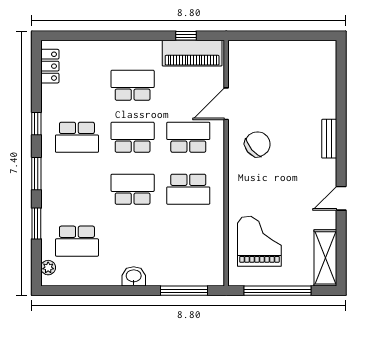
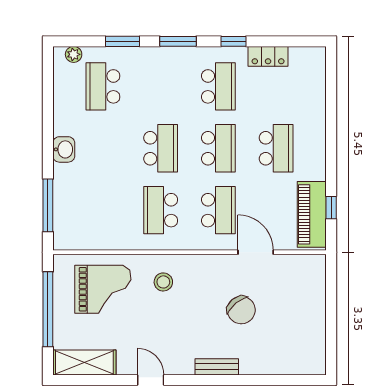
locker: (50, 66) -> (268, 56), moved
school desk: (77, 137) -> (218, 86), turned 180
chair: (257, 144) -> (241, 310), moved
stool: (253, 187) -> (163, 282), added

